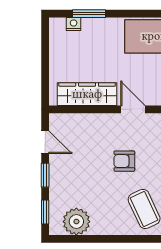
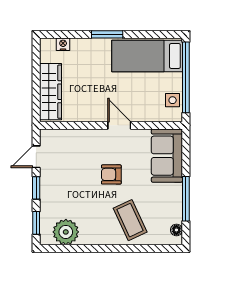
window: (89, 14) -> (107, 34), moved
wardrobe: (87, 94) -> (51, 92), moved, turned 90
door: (45, 142) -> (36, 157), swing flipped

